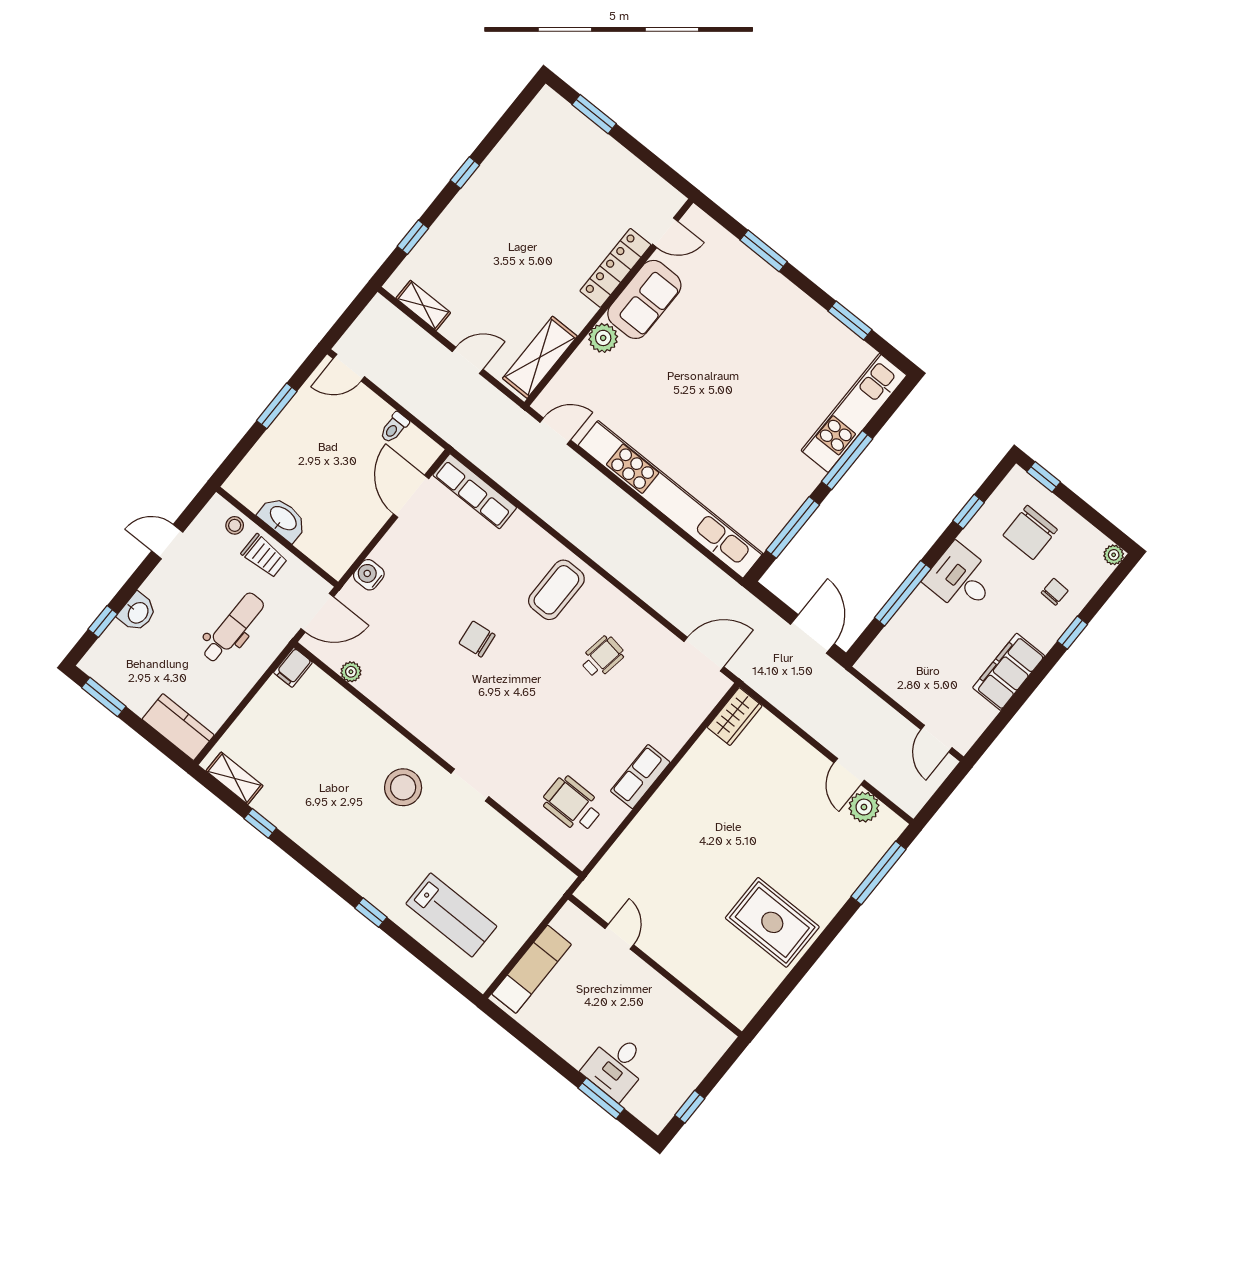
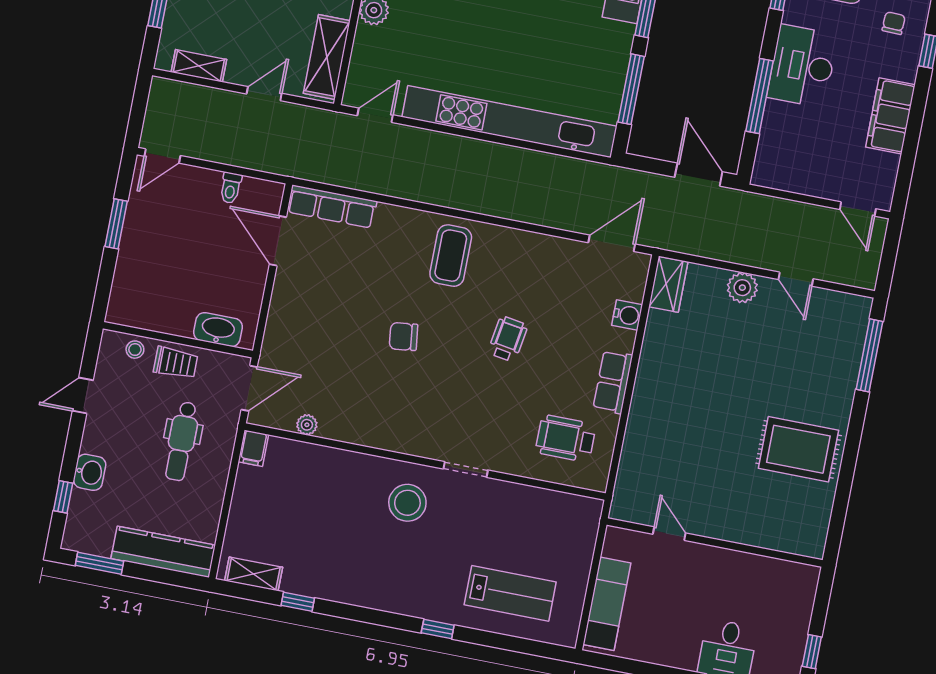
washbasin: (283, 519) -> (218, 330), moved
water cooler: (369, 575) -> (627, 315), moved, turned 180
desk: (961, 579) -> (802, 66), width x1.37
dental chair: (233, 628) -> (181, 441), turned 180
wheelchair: (602, 657) -> (508, 339), moved
kitchen counter: (178, 727) -> (163, 552), width x1.50
plant: (864, 807) -> (742, 288), moved

